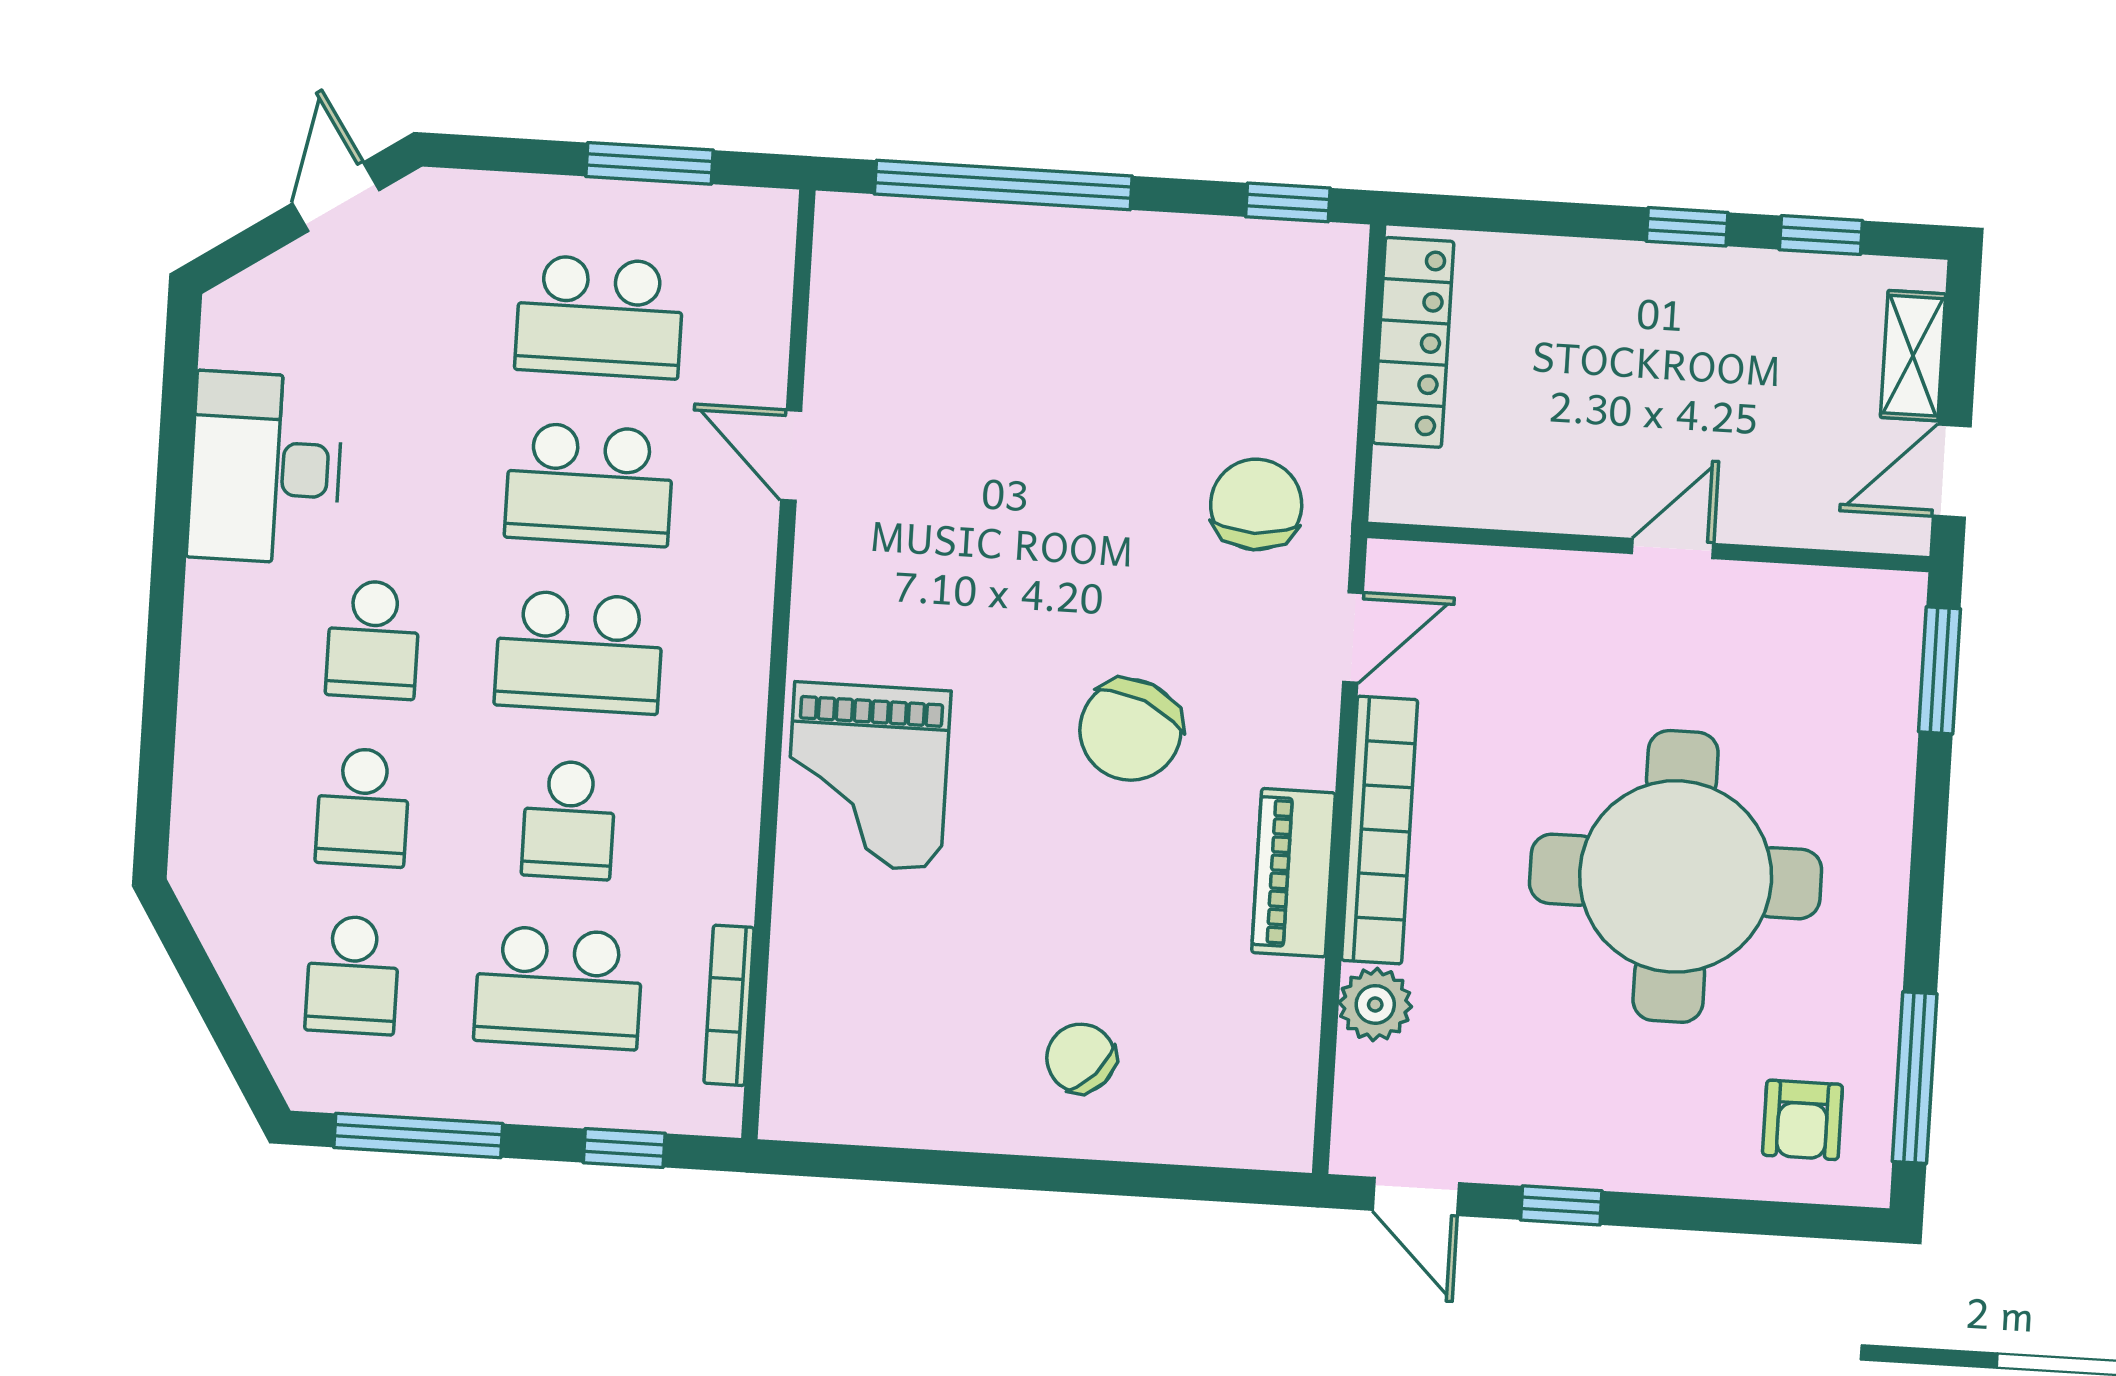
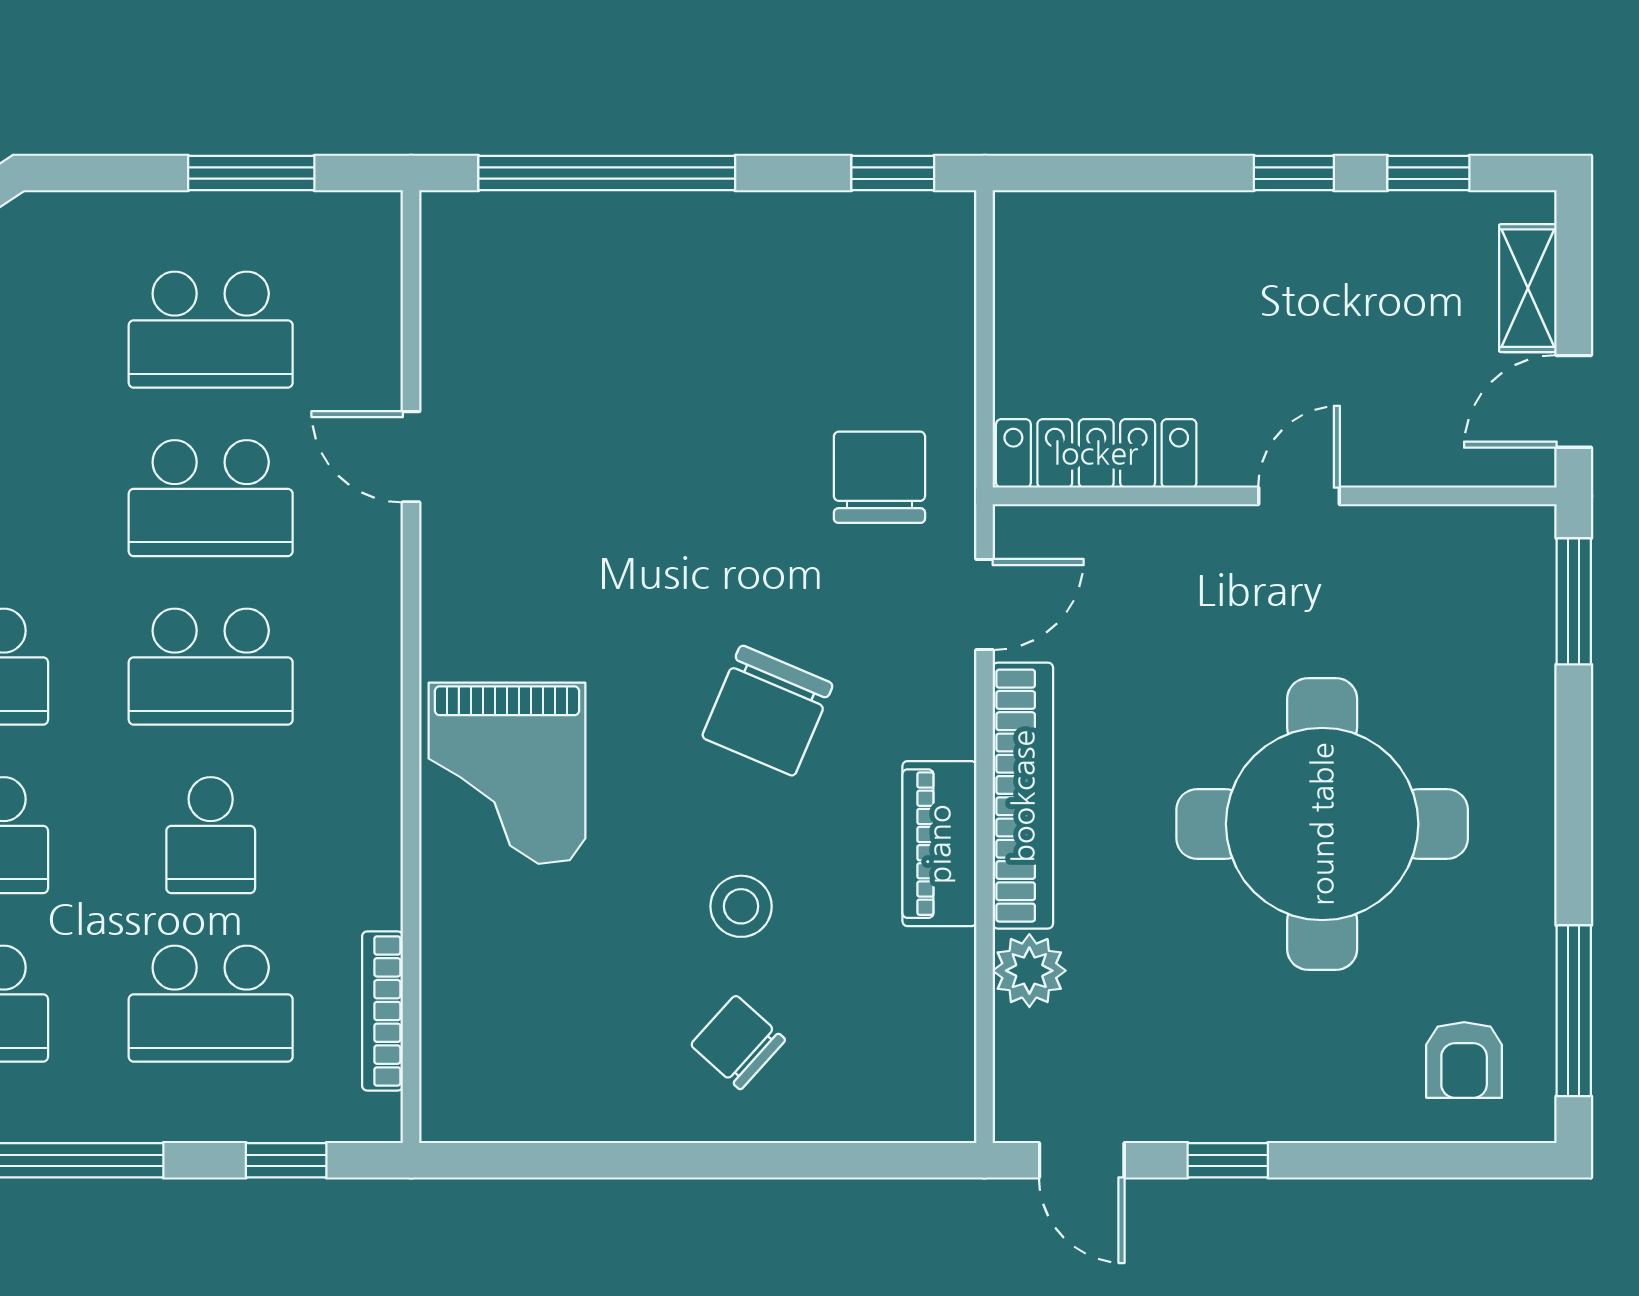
locker: (1413, 342) -> (1096, 453), moved, turned -90
stool: (1092, 923) -> (741, 906), added

